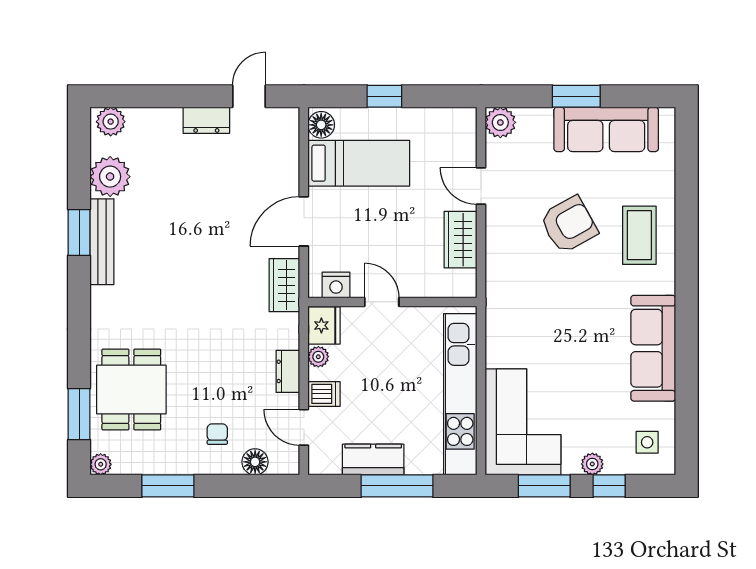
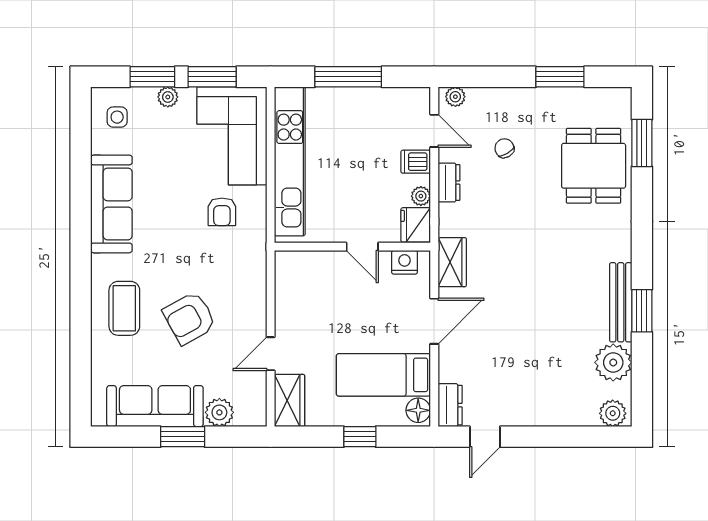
dresser: (206, 120) -> (450, 405), moved, turned 90
plant: (500, 122) -> (219, 412), moved
door: (481, 186) -> (271, 354), swing flipped
wardrobe: (460, 240) -> (290, 401), moved
armchair: (534, 340) -> (222, 212), added
chair: (217, 434) -> (504, 148), moved, turned 149
kitchen counter: (373, 460) -> (370, 101), removed
floor lamp: (255, 462) -> (479, 99), removed
plant: (101, 464) -> (455, 97), moved
window: (609, 486) -> (152, 77), width x1.50

